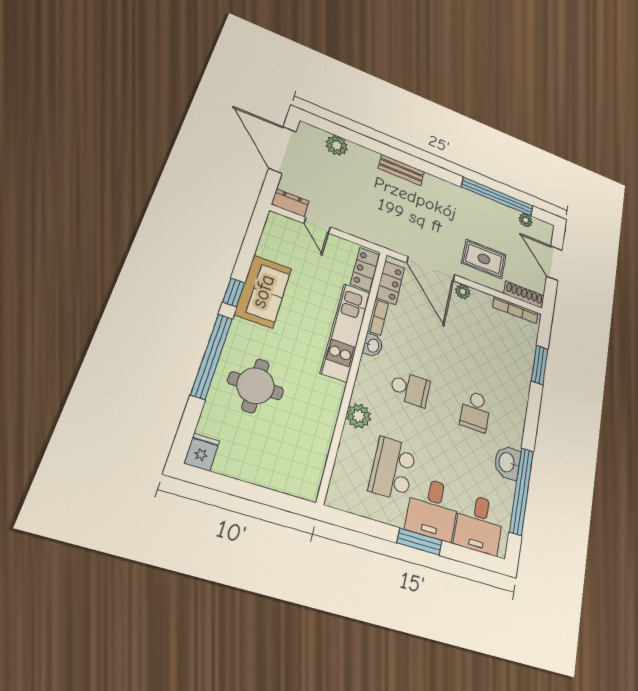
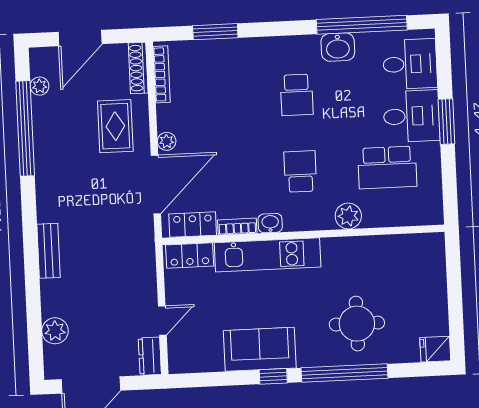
school desk: (475, 411) -> (297, 95), turned 90

